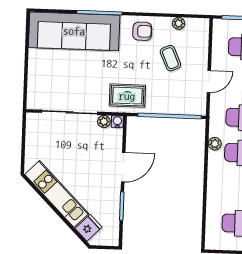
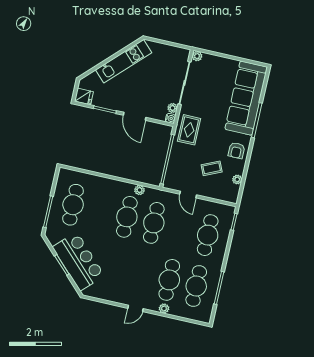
plant: (33, 103) -> (197, 56), added
fridge: (89, 228) -> (84, 96), moved, turned -45

